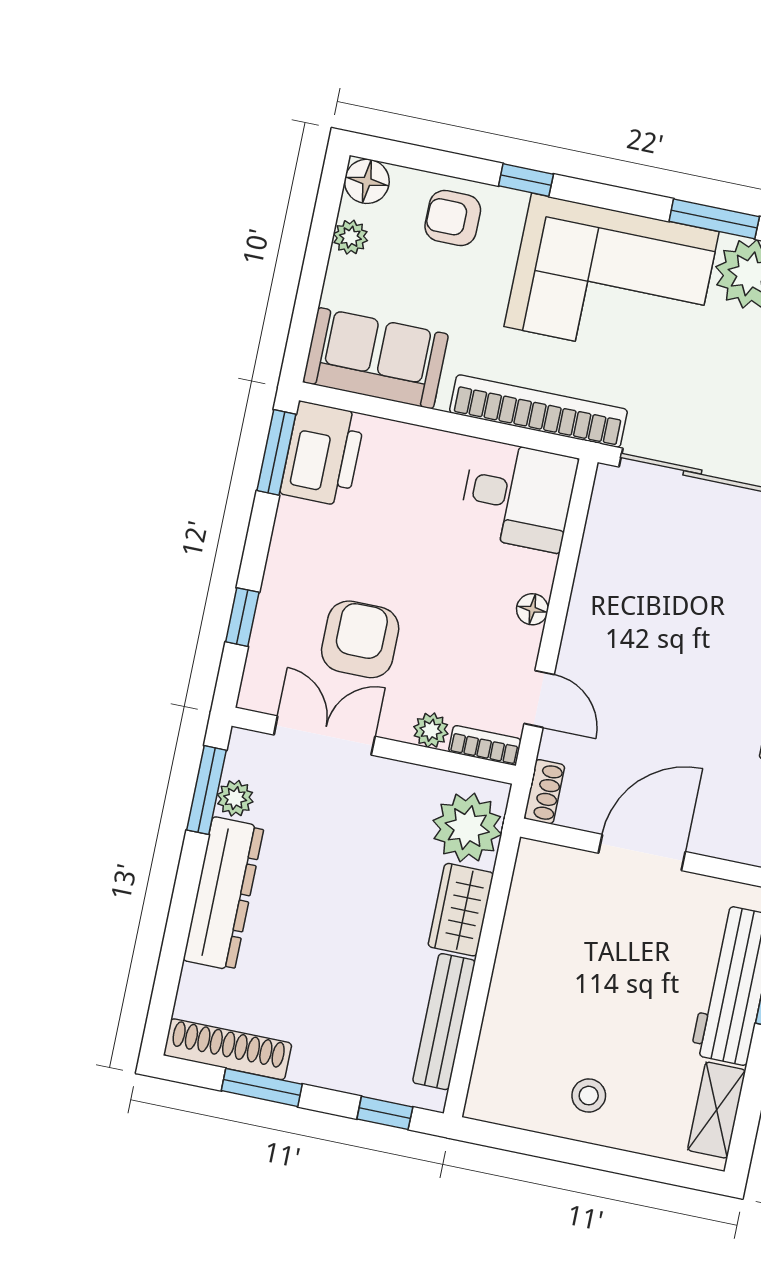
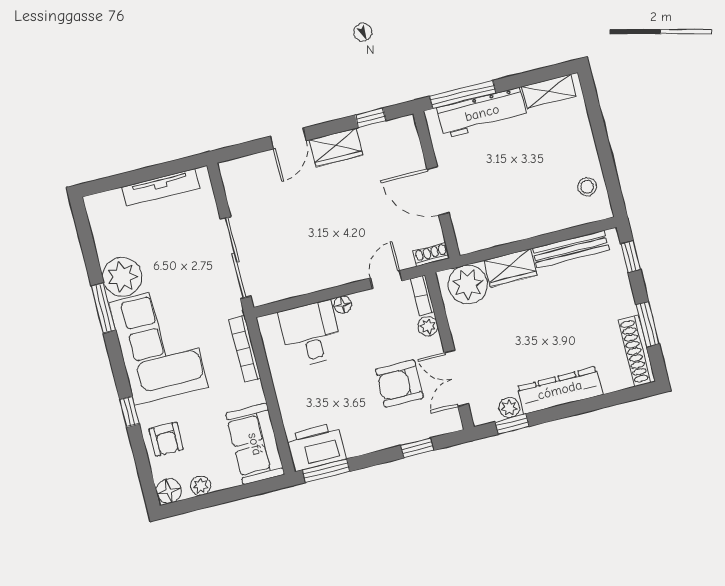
bookcase: (538, 411) -> (245, 349), width x0.68, depth x0.76
desk: (518, 496) -> (311, 334), moved
window: (206, 790) -> (512, 424), width x0.67
stool: (589, 1096) -> (587, 187), moved

